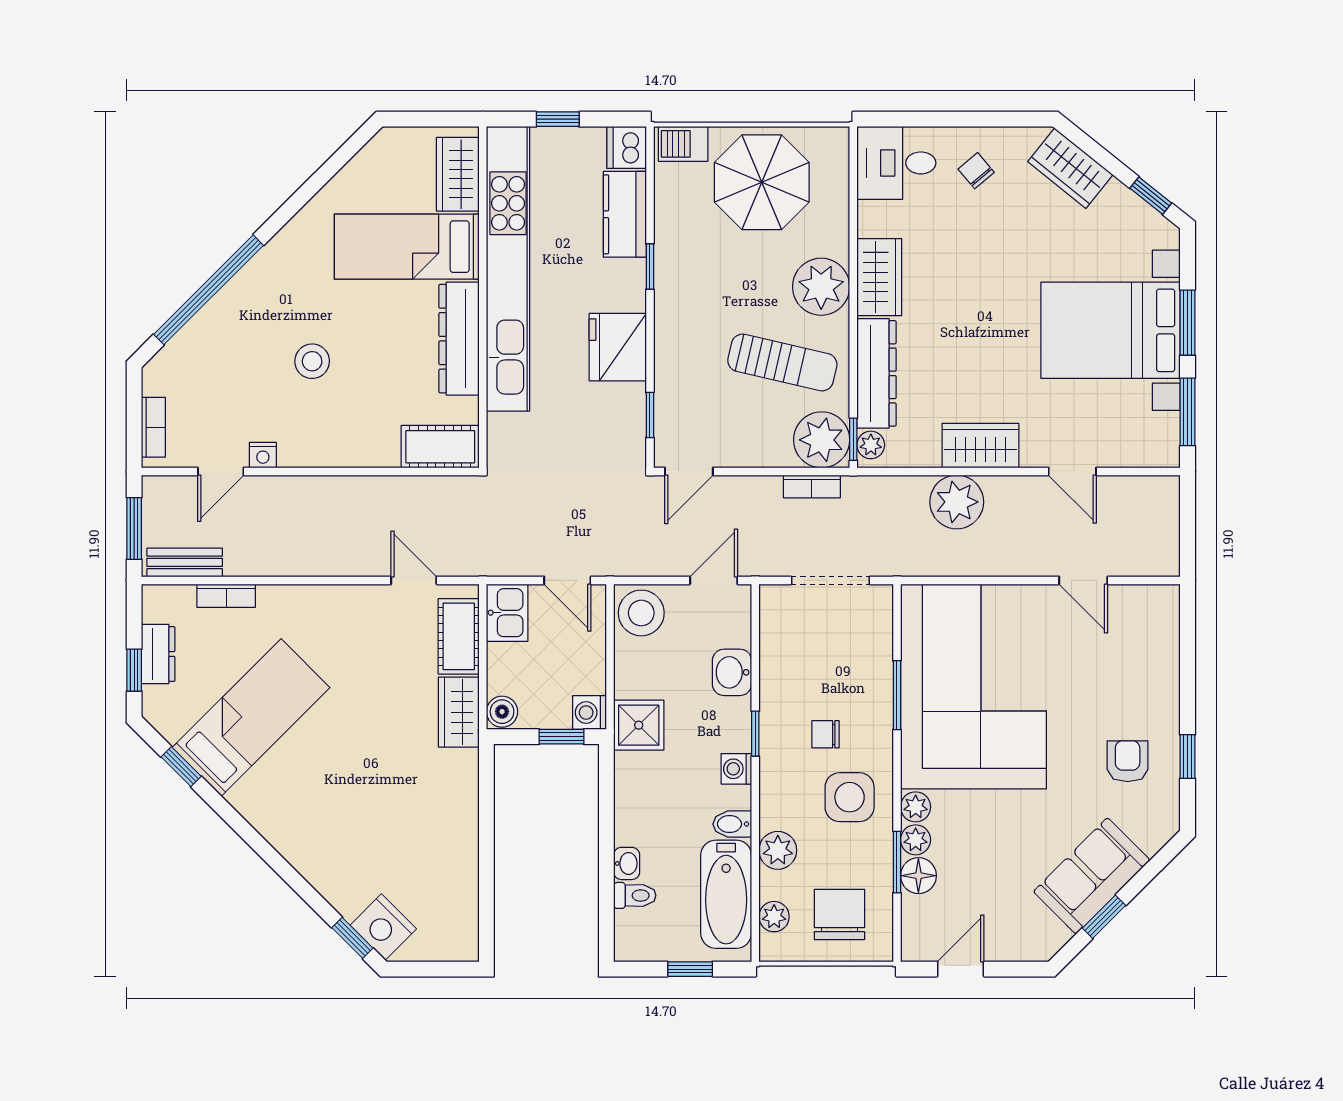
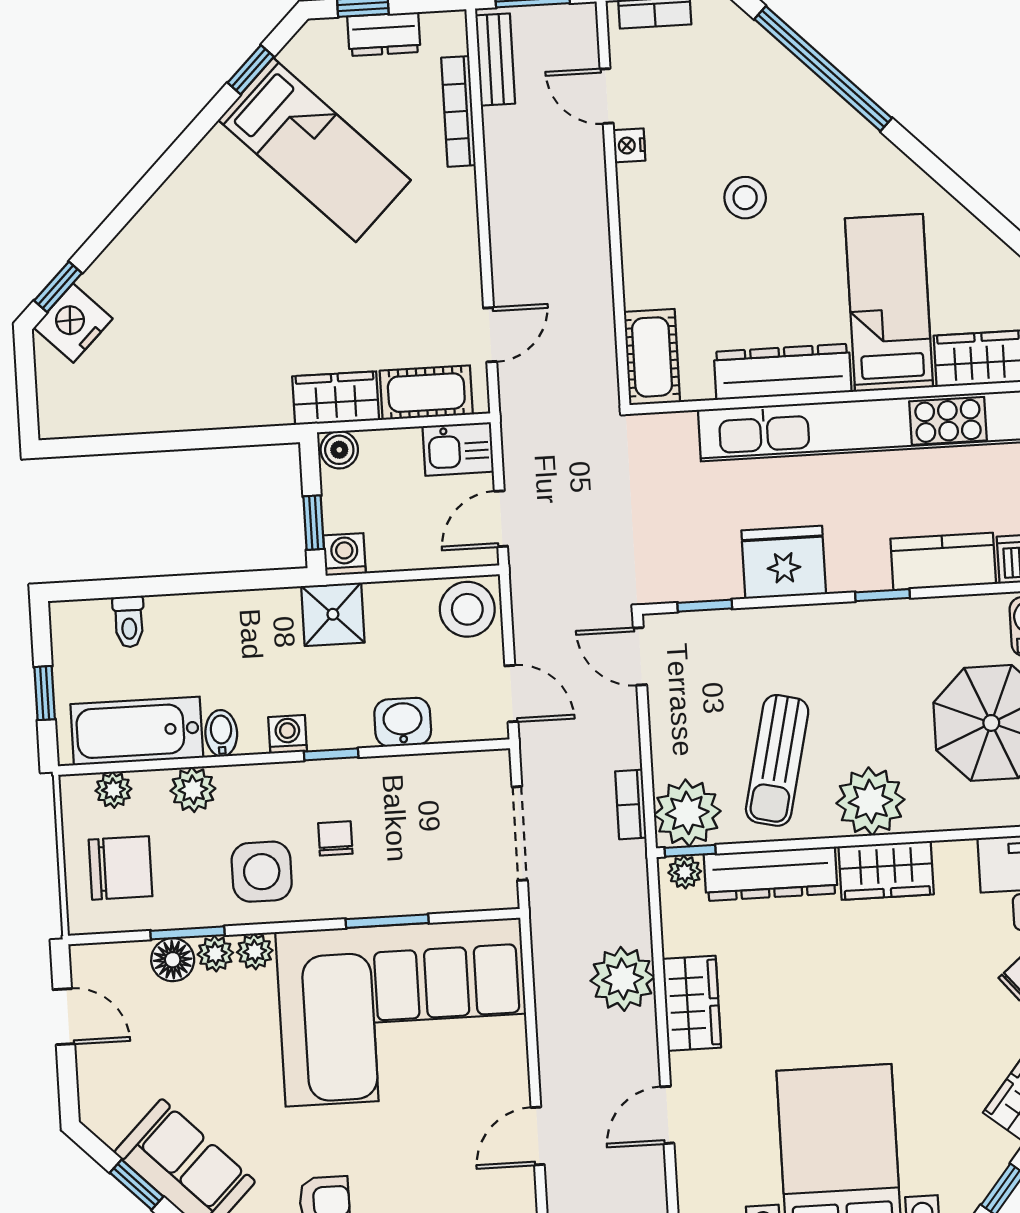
bookcase: (226, 596) -> (458, 111), width x1.56
washbasin: (627, 863) -> (167, 610), removed

